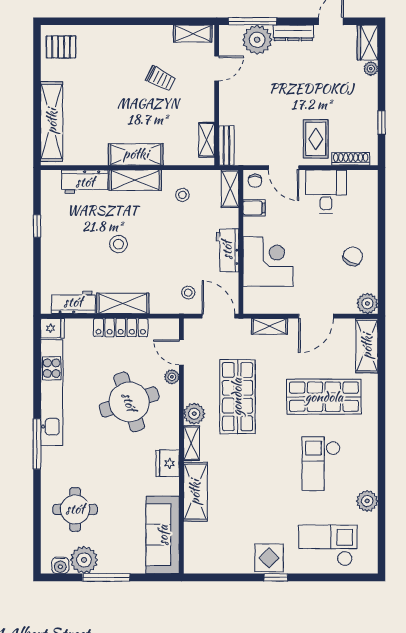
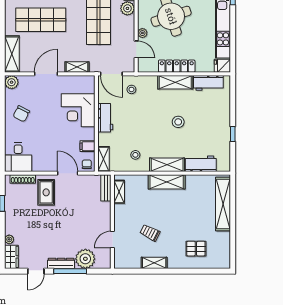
window: (253, 21) -> (70, 271), moved
shelving: (193, 34) -> (154, 263), moved
pallet: (61, 47) -> (196, 249), moved
desk: (326, 192) -> (18, 157), moved

